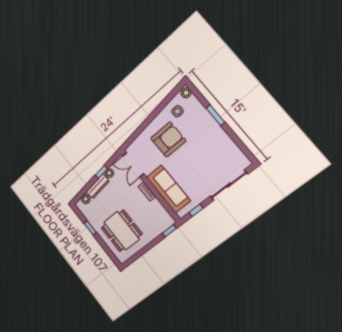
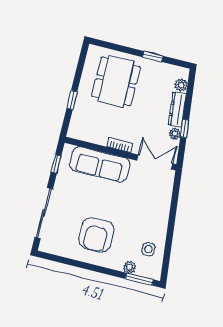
plant: (186, 93) -> (130, 267), moved
window: (215, 115) -> (139, 279), moved
armchair: (168, 140) -> (96, 235), moved
dining table: (122, 231) -> (116, 81), turned 90
window: (169, 231) -> (72, 100), moved

